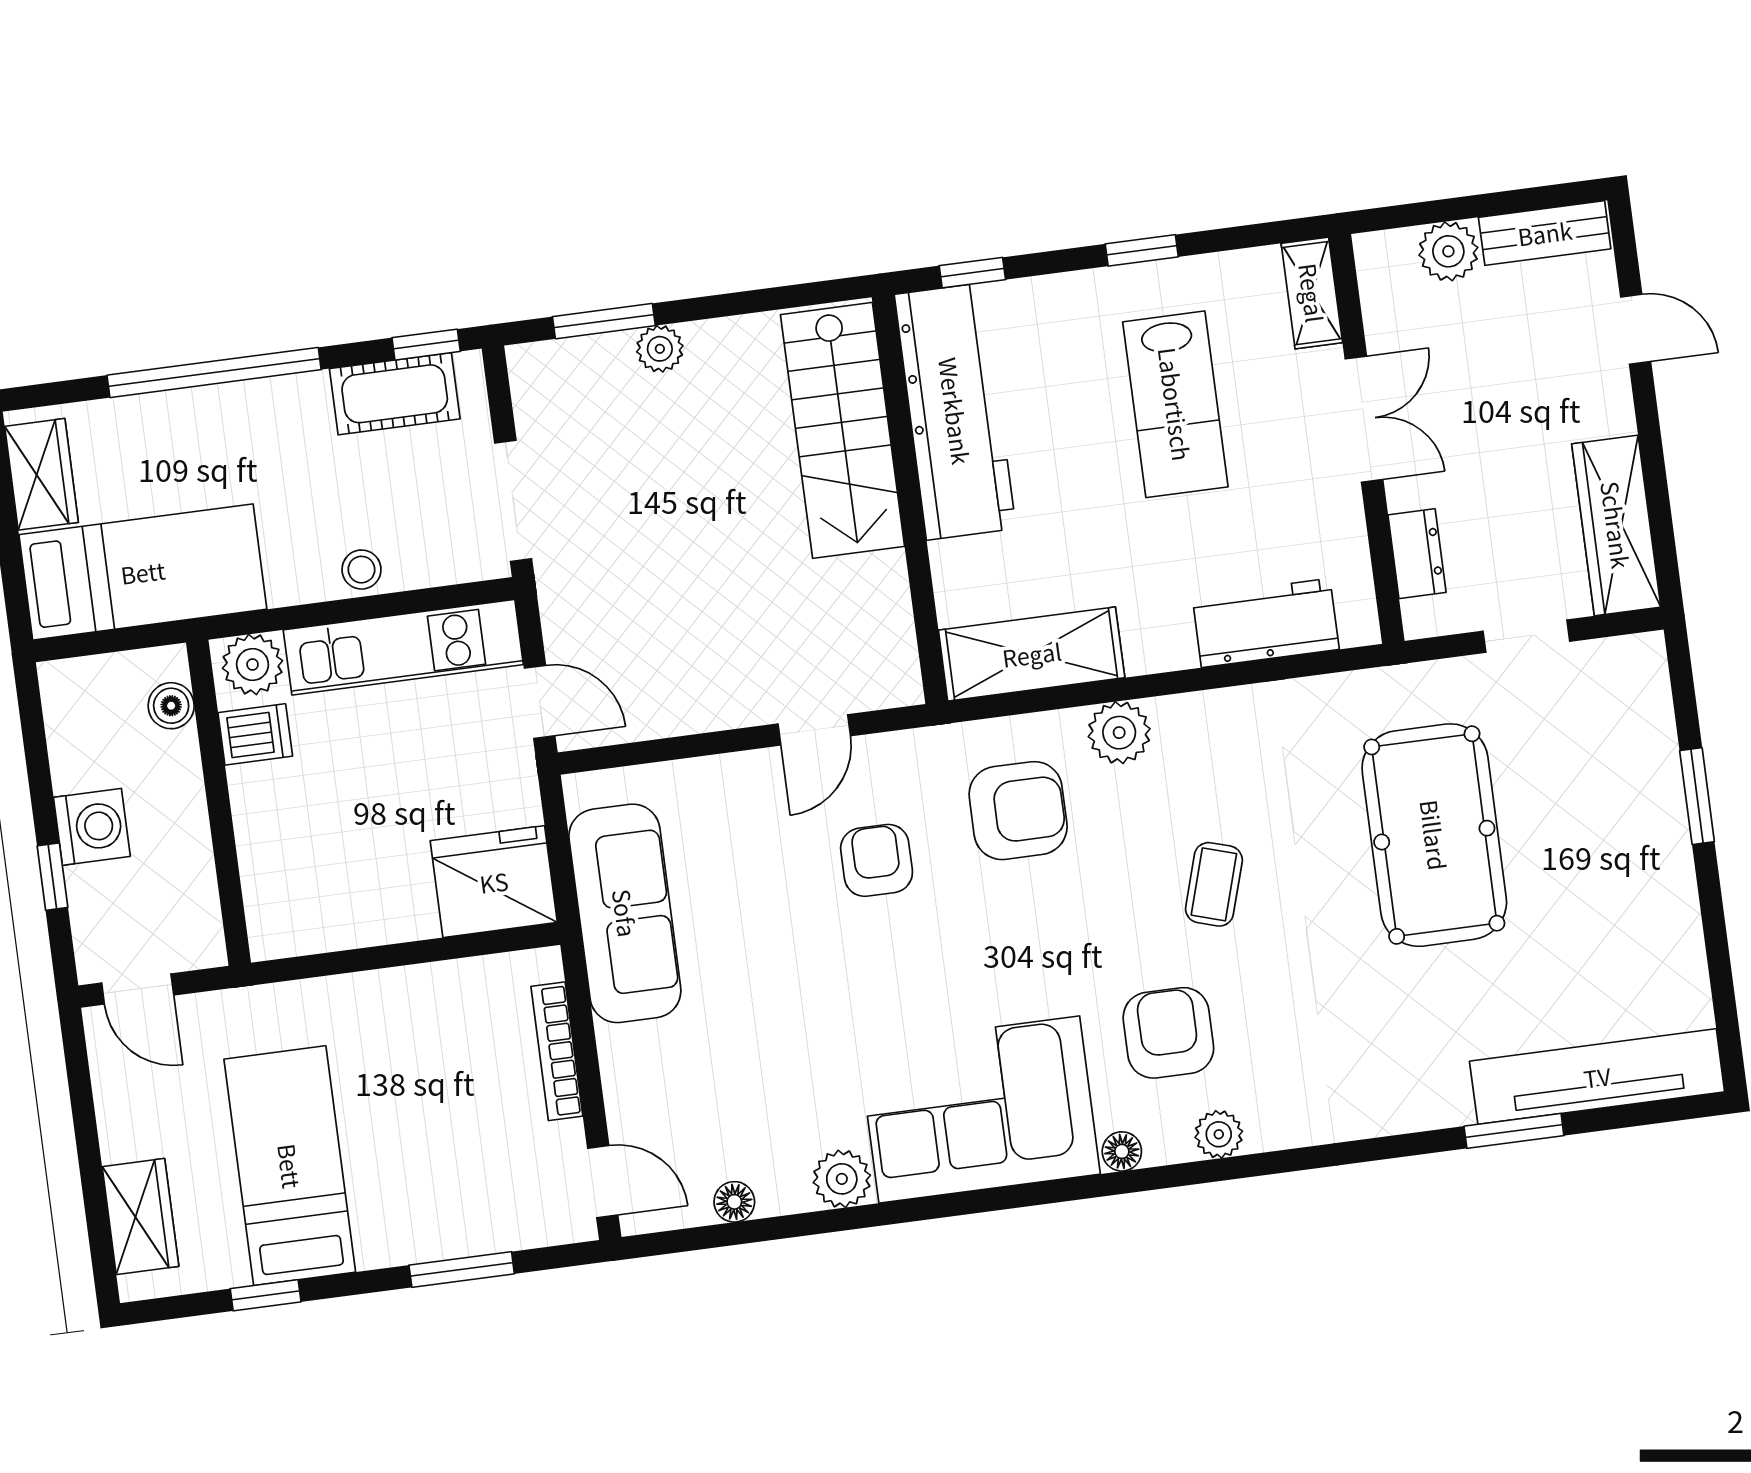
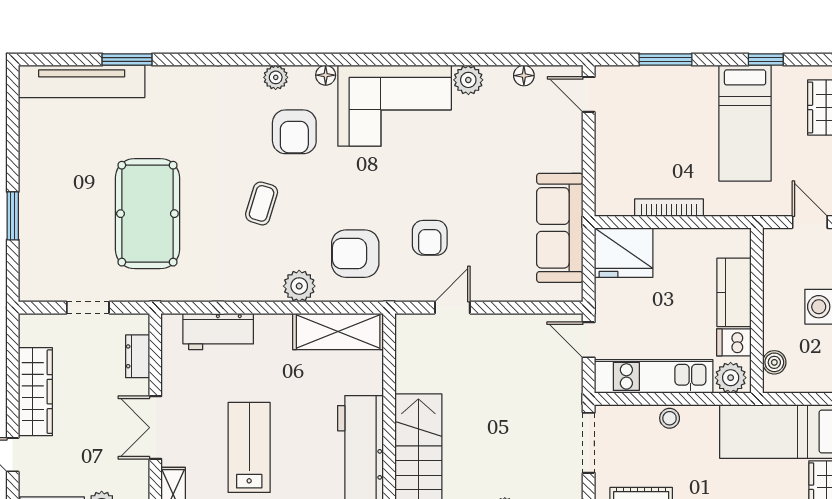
wardrobe: (1616, 525) -> (35, 392), moved
kitchen counter: (268, 832) -> (734, 292), added
bookcase: (557, 1051) -> (669, 208), moved, turned -90

